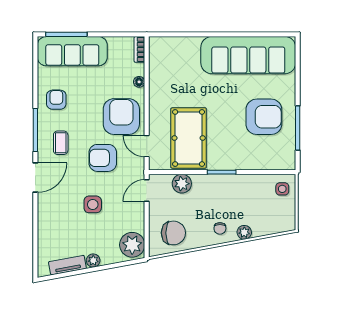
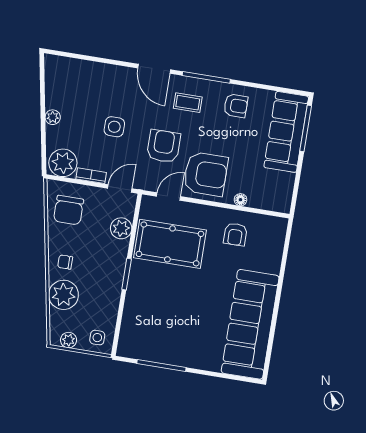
bookcase: (139, 49) -> (91, 176), moved
armchair: (264, 117) -> (235, 234), moved, width x0.53, depth x0.53
door: (147, 191) -> (120, 188), hinge flipped
plant: (289, 214) -> (69, 340), added
plant: (244, 232) -> (63, 295), width x1.88, depth x1.88
tv unit: (67, 265) -> (52, 88), removed

